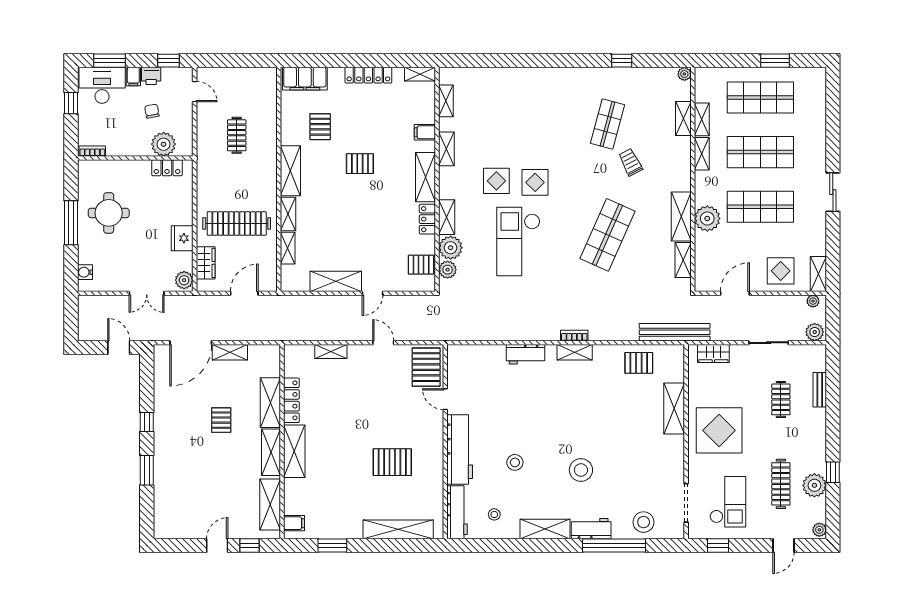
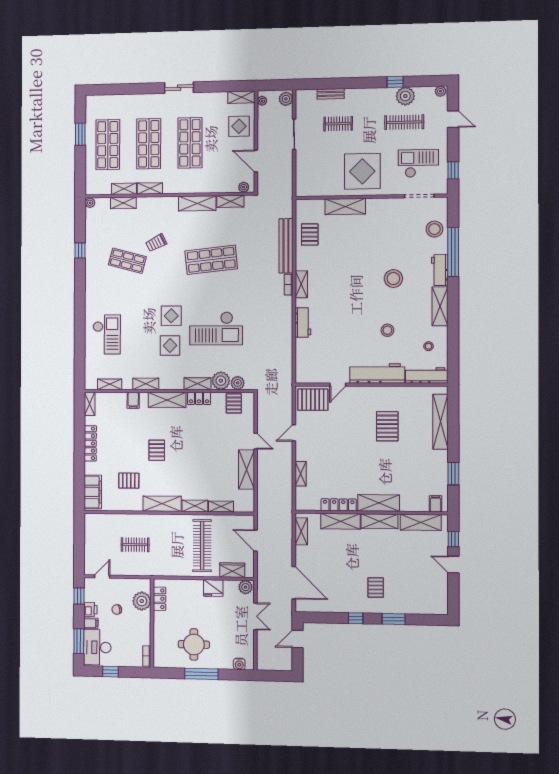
checkout: (511, 97) -> (107, 334), added
plant: (707, 218) -> (244, 187), moved, width x0.53, depth x0.53
shop shelf: (608, 235) -> (211, 260), turned -30
bench: (675, 332) -> (286, 246), moved
shelving: (230, 352) -> (301, 531), moved
wardrobe: (713, 353) -> (302, 177), removed
pallet: (221, 420) -> (376, 587), moved, turned 90

